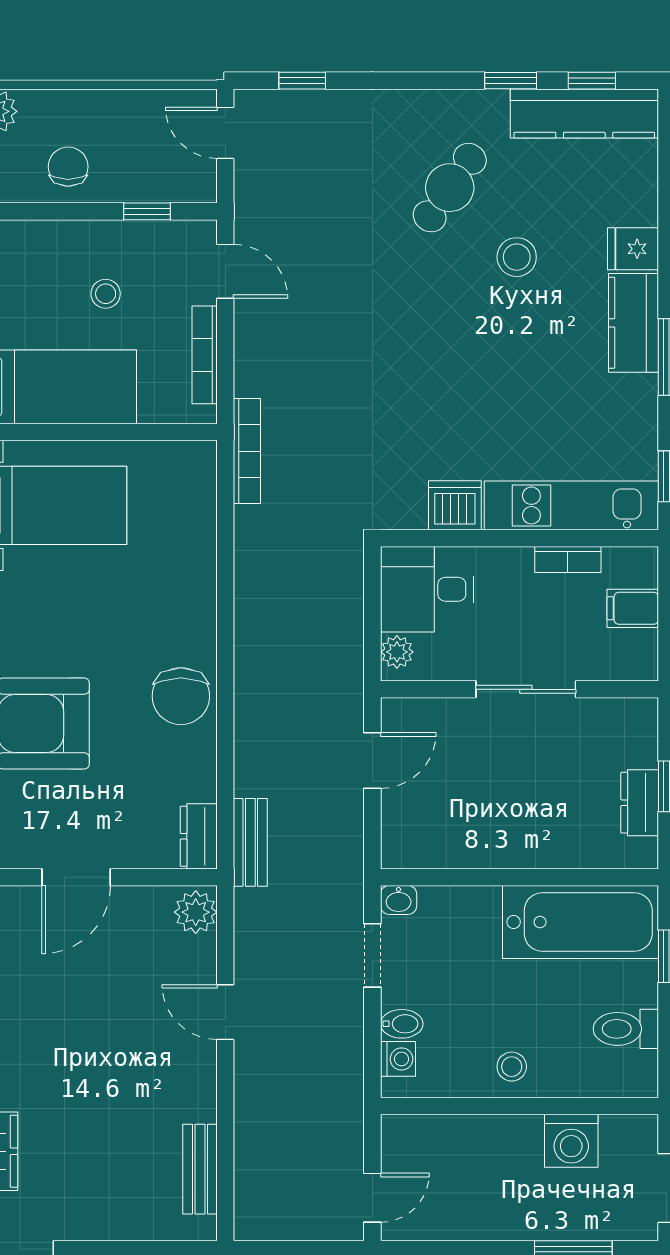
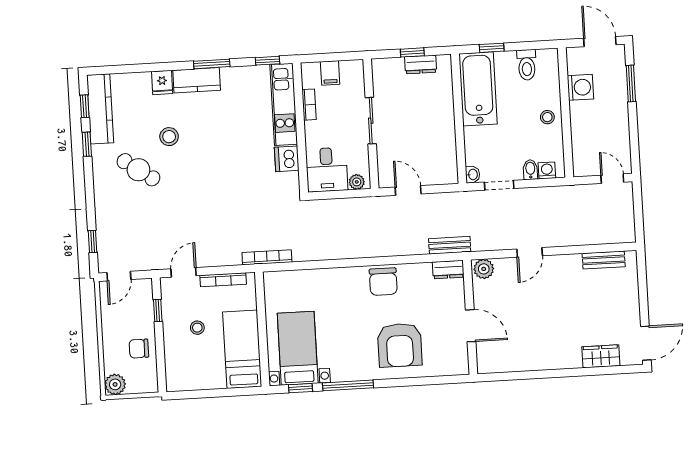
chair: (181, 696) -> (383, 282), turned 90

